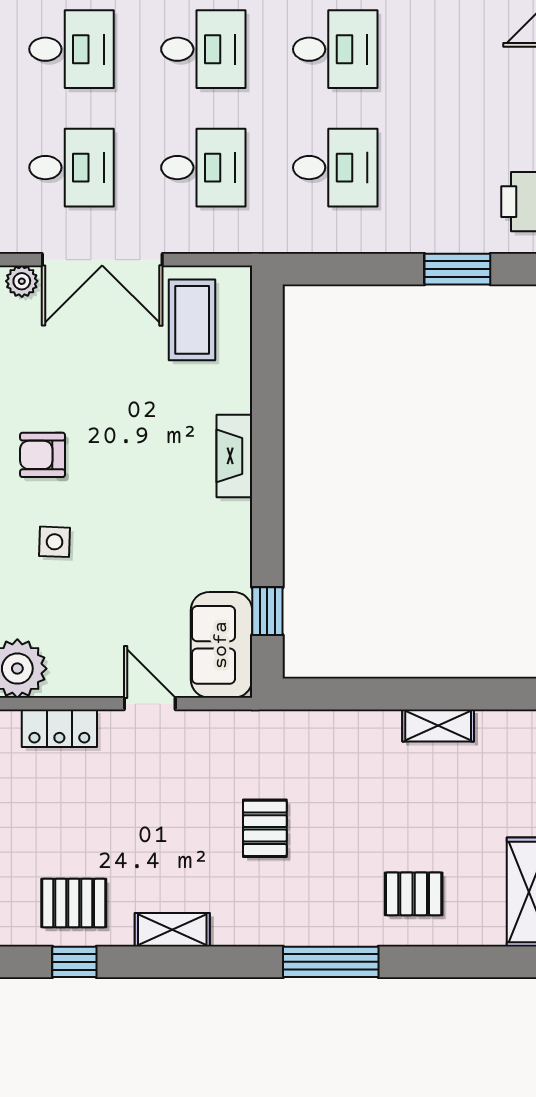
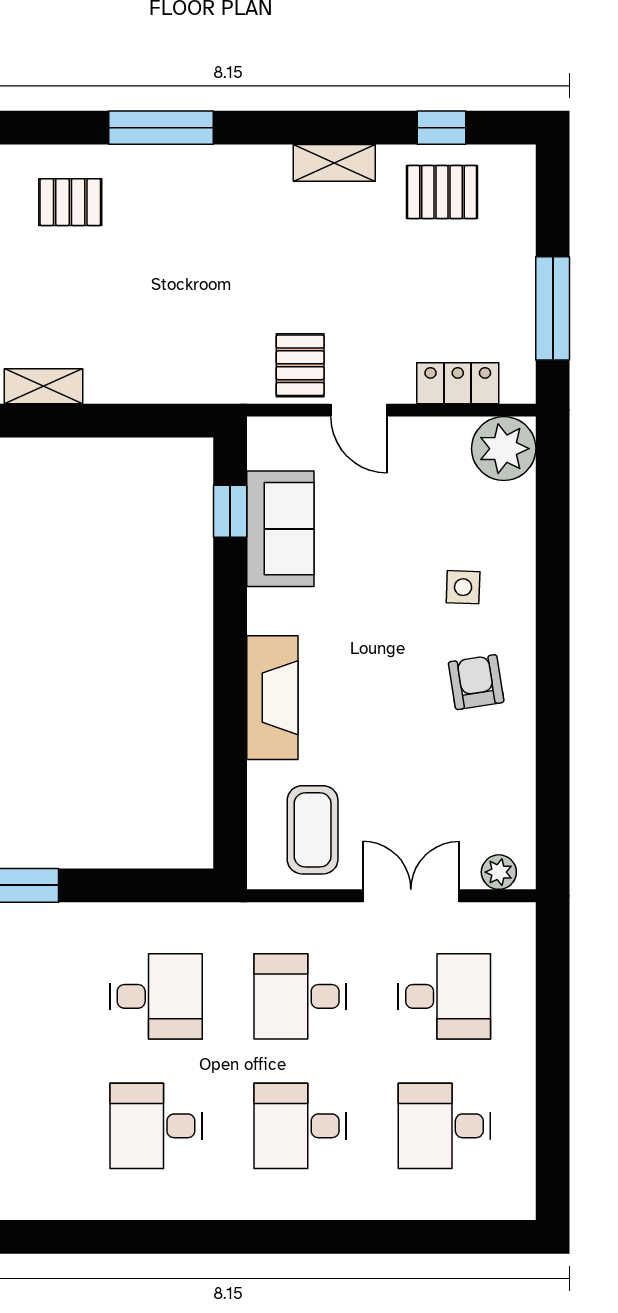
desk: (72, 168) -> (444, 996), turned 180
desk: (335, 168) -> (156, 996), turned 180
double door: (102, 260) -> (411, 896), width x0.73
armchair: (43, 455) -> (476, 682), turned -99
fireplace: (234, 456) -> (272, 698), width x1.37, depth x1.32
sofa: (221, 645) -> (280, 529), moved
pallet: (265, 828) -> (300, 365), moved

